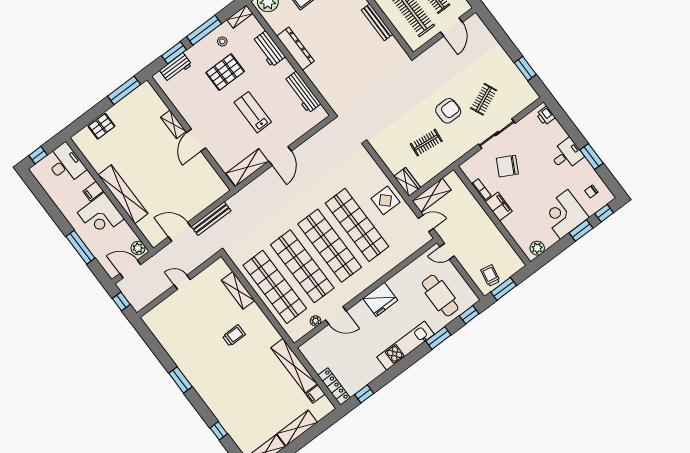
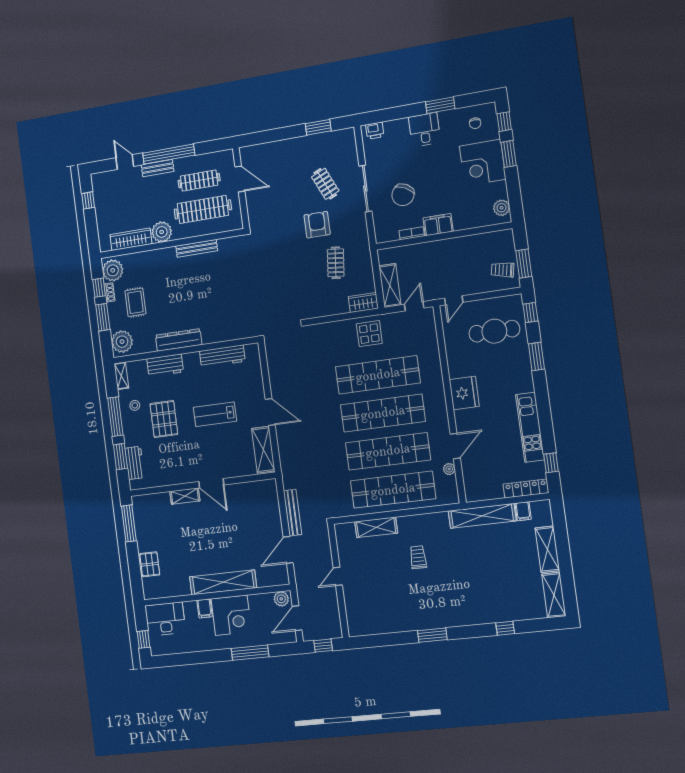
kitchen unit: (406, 346) -> (530, 427), moved

